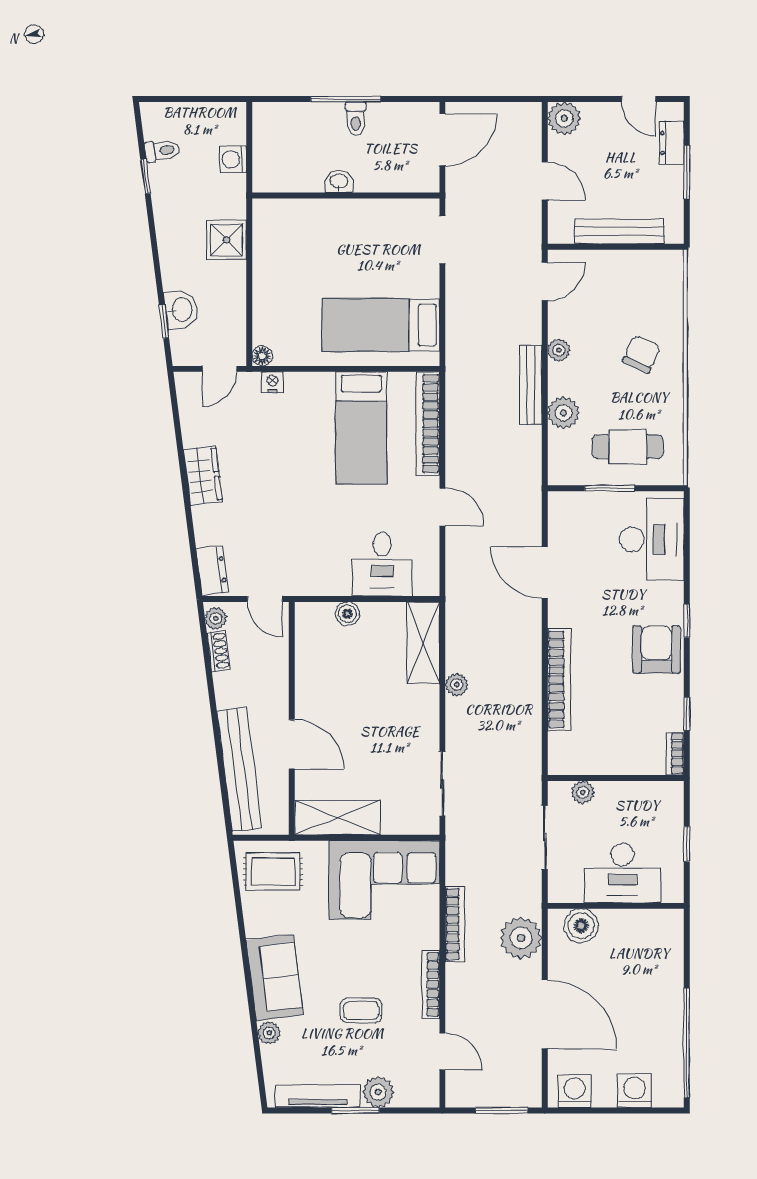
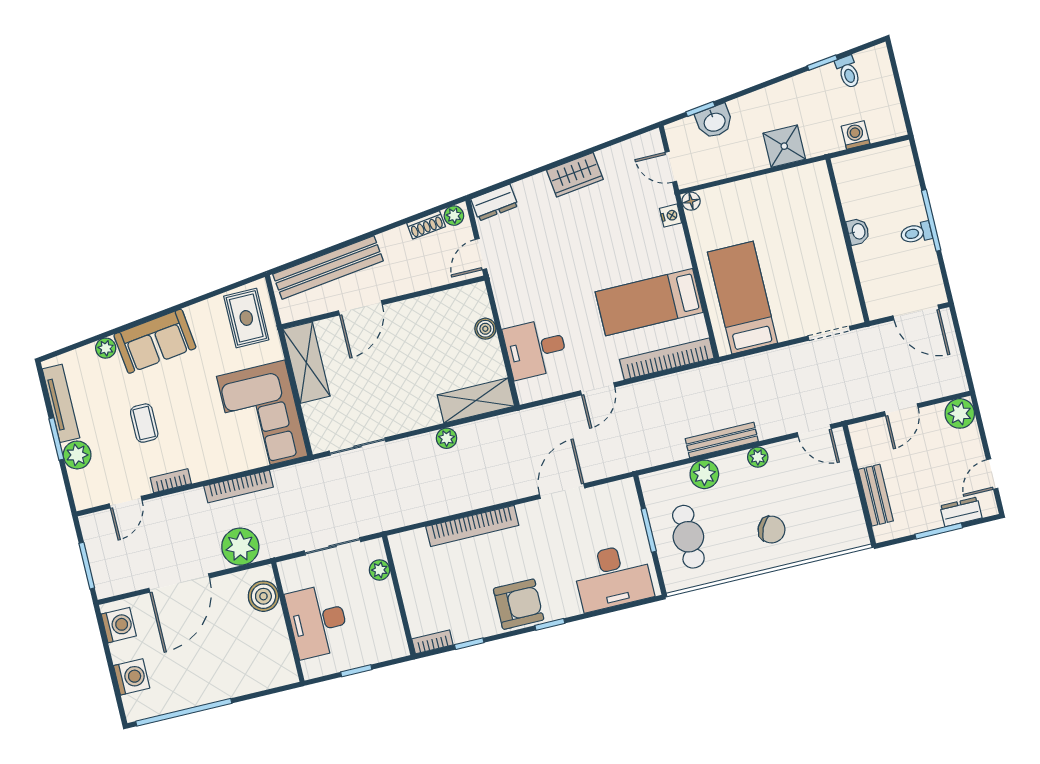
bench: (619, 231) -> (876, 495), width x0.73
bookcase: (431, 984) -> (171, 481), width x0.64

